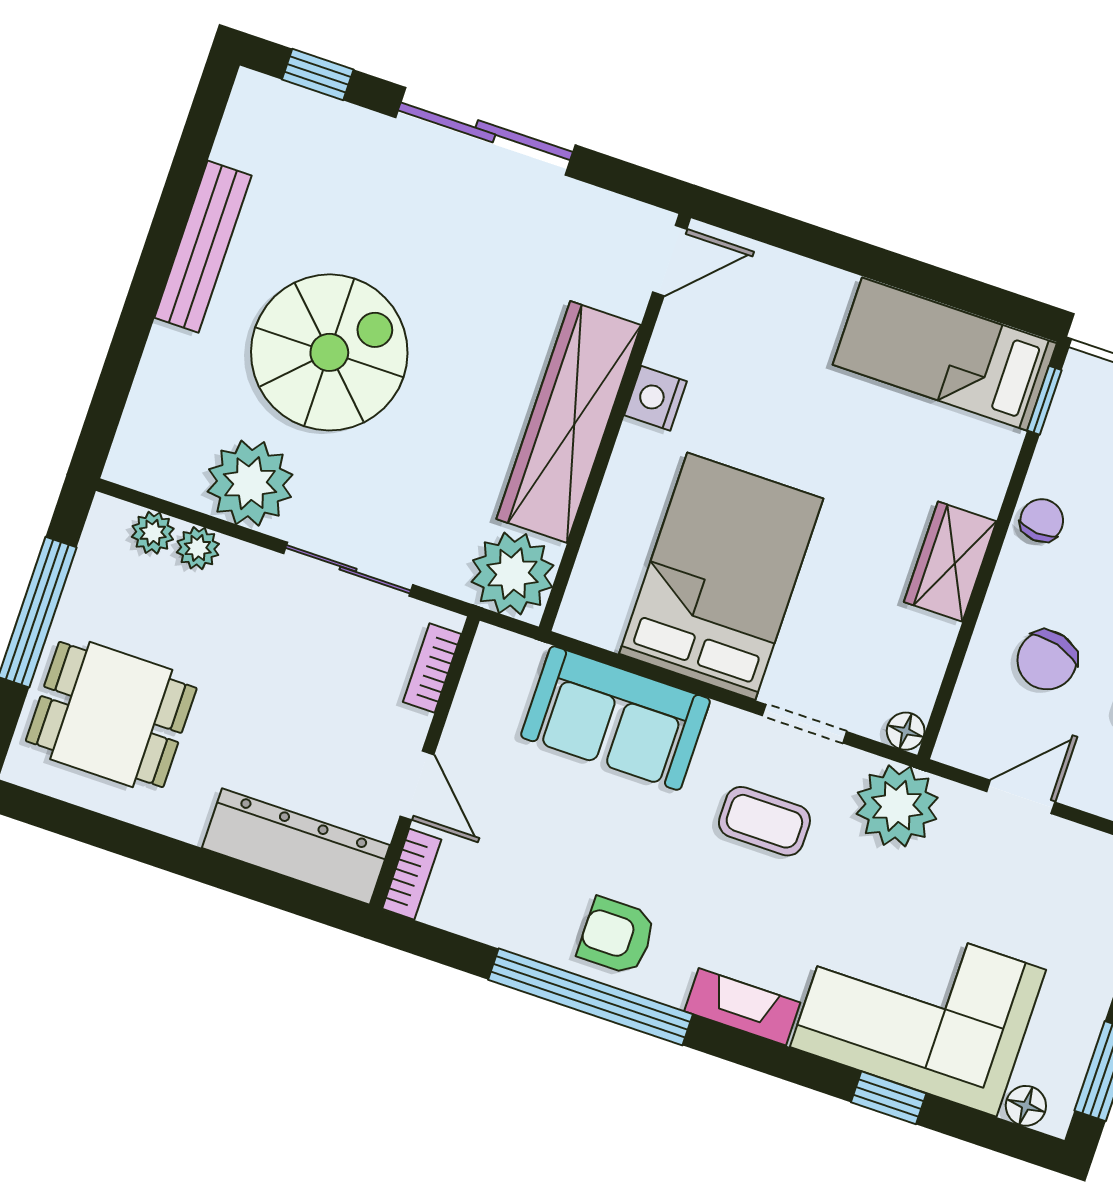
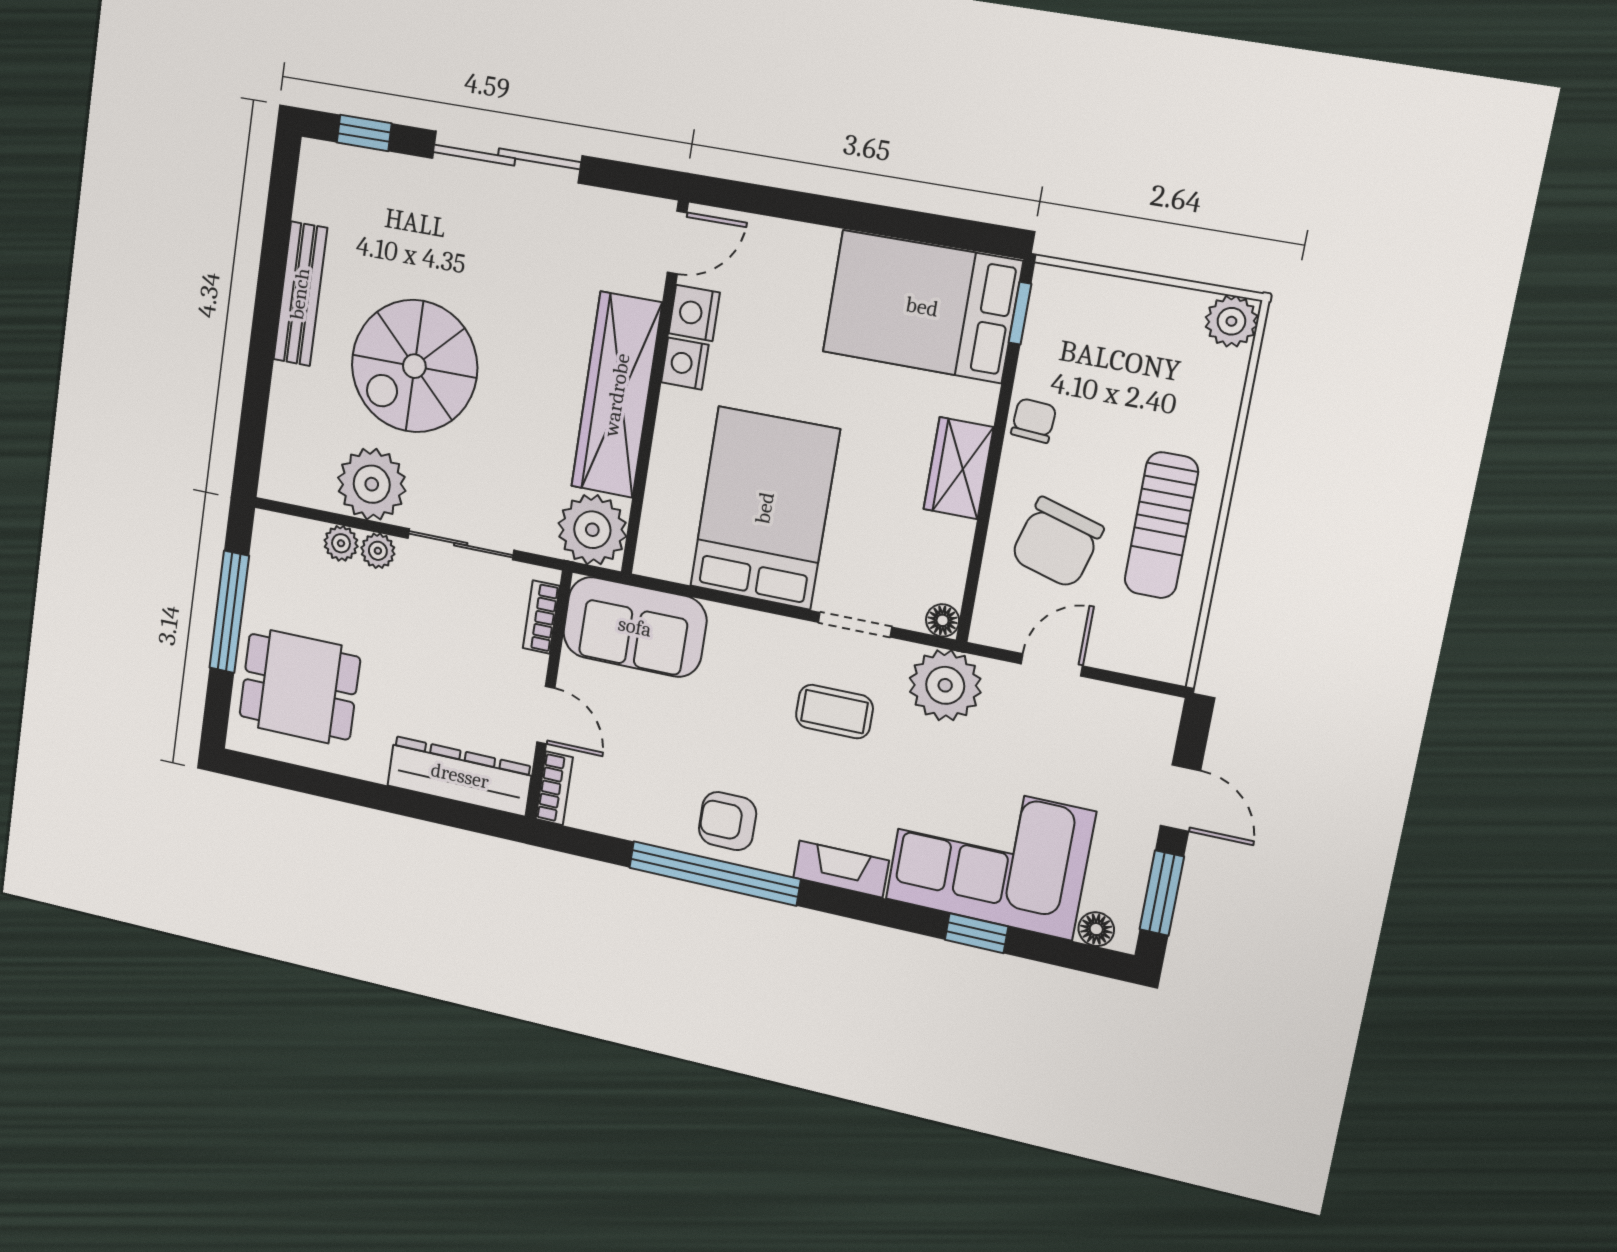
nightstand: (676, 343) -> (694, 313), added
spiral stairs: (329, 352) -> (414, 366), turned 180
bed: (945, 354) -> (922, 307), width x1.50
plant: (153, 533) -> (378, 551), moved
chair: (1047, 660) -> (1057, 543), width x1.37, depth x1.37
sofa: (616, 718) -> (635, 627), moved

